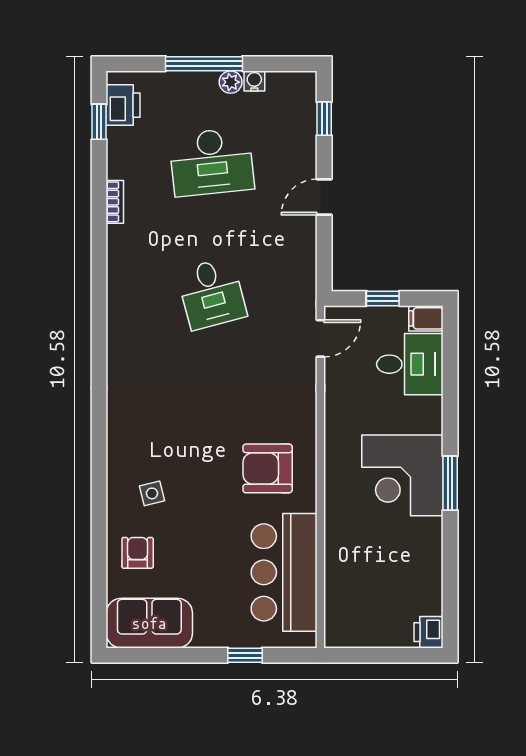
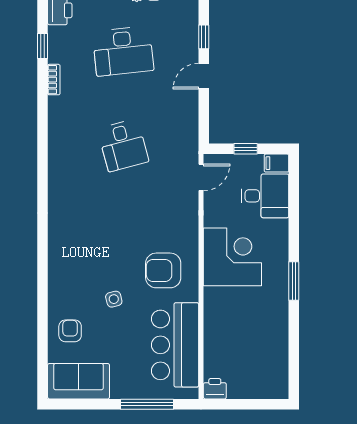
window: (324, 119) -> (204, 37), moved
window: (99, 122) -> (43, 46), moved
corner desk: (402, 475) -> (232, 257), moved, turned 180
side table: (152, 493) -> (114, 299), moved
printer: (429, 632) -> (215, 389), moved, turned 90
window: (245, 655) -> (147, 404), width x2.17

